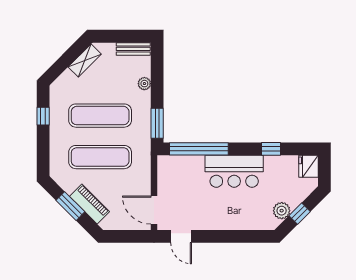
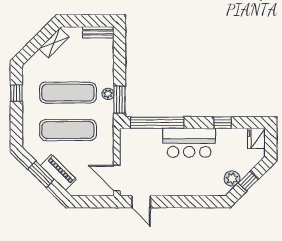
plant: (144, 84) -> (108, 94), moved

